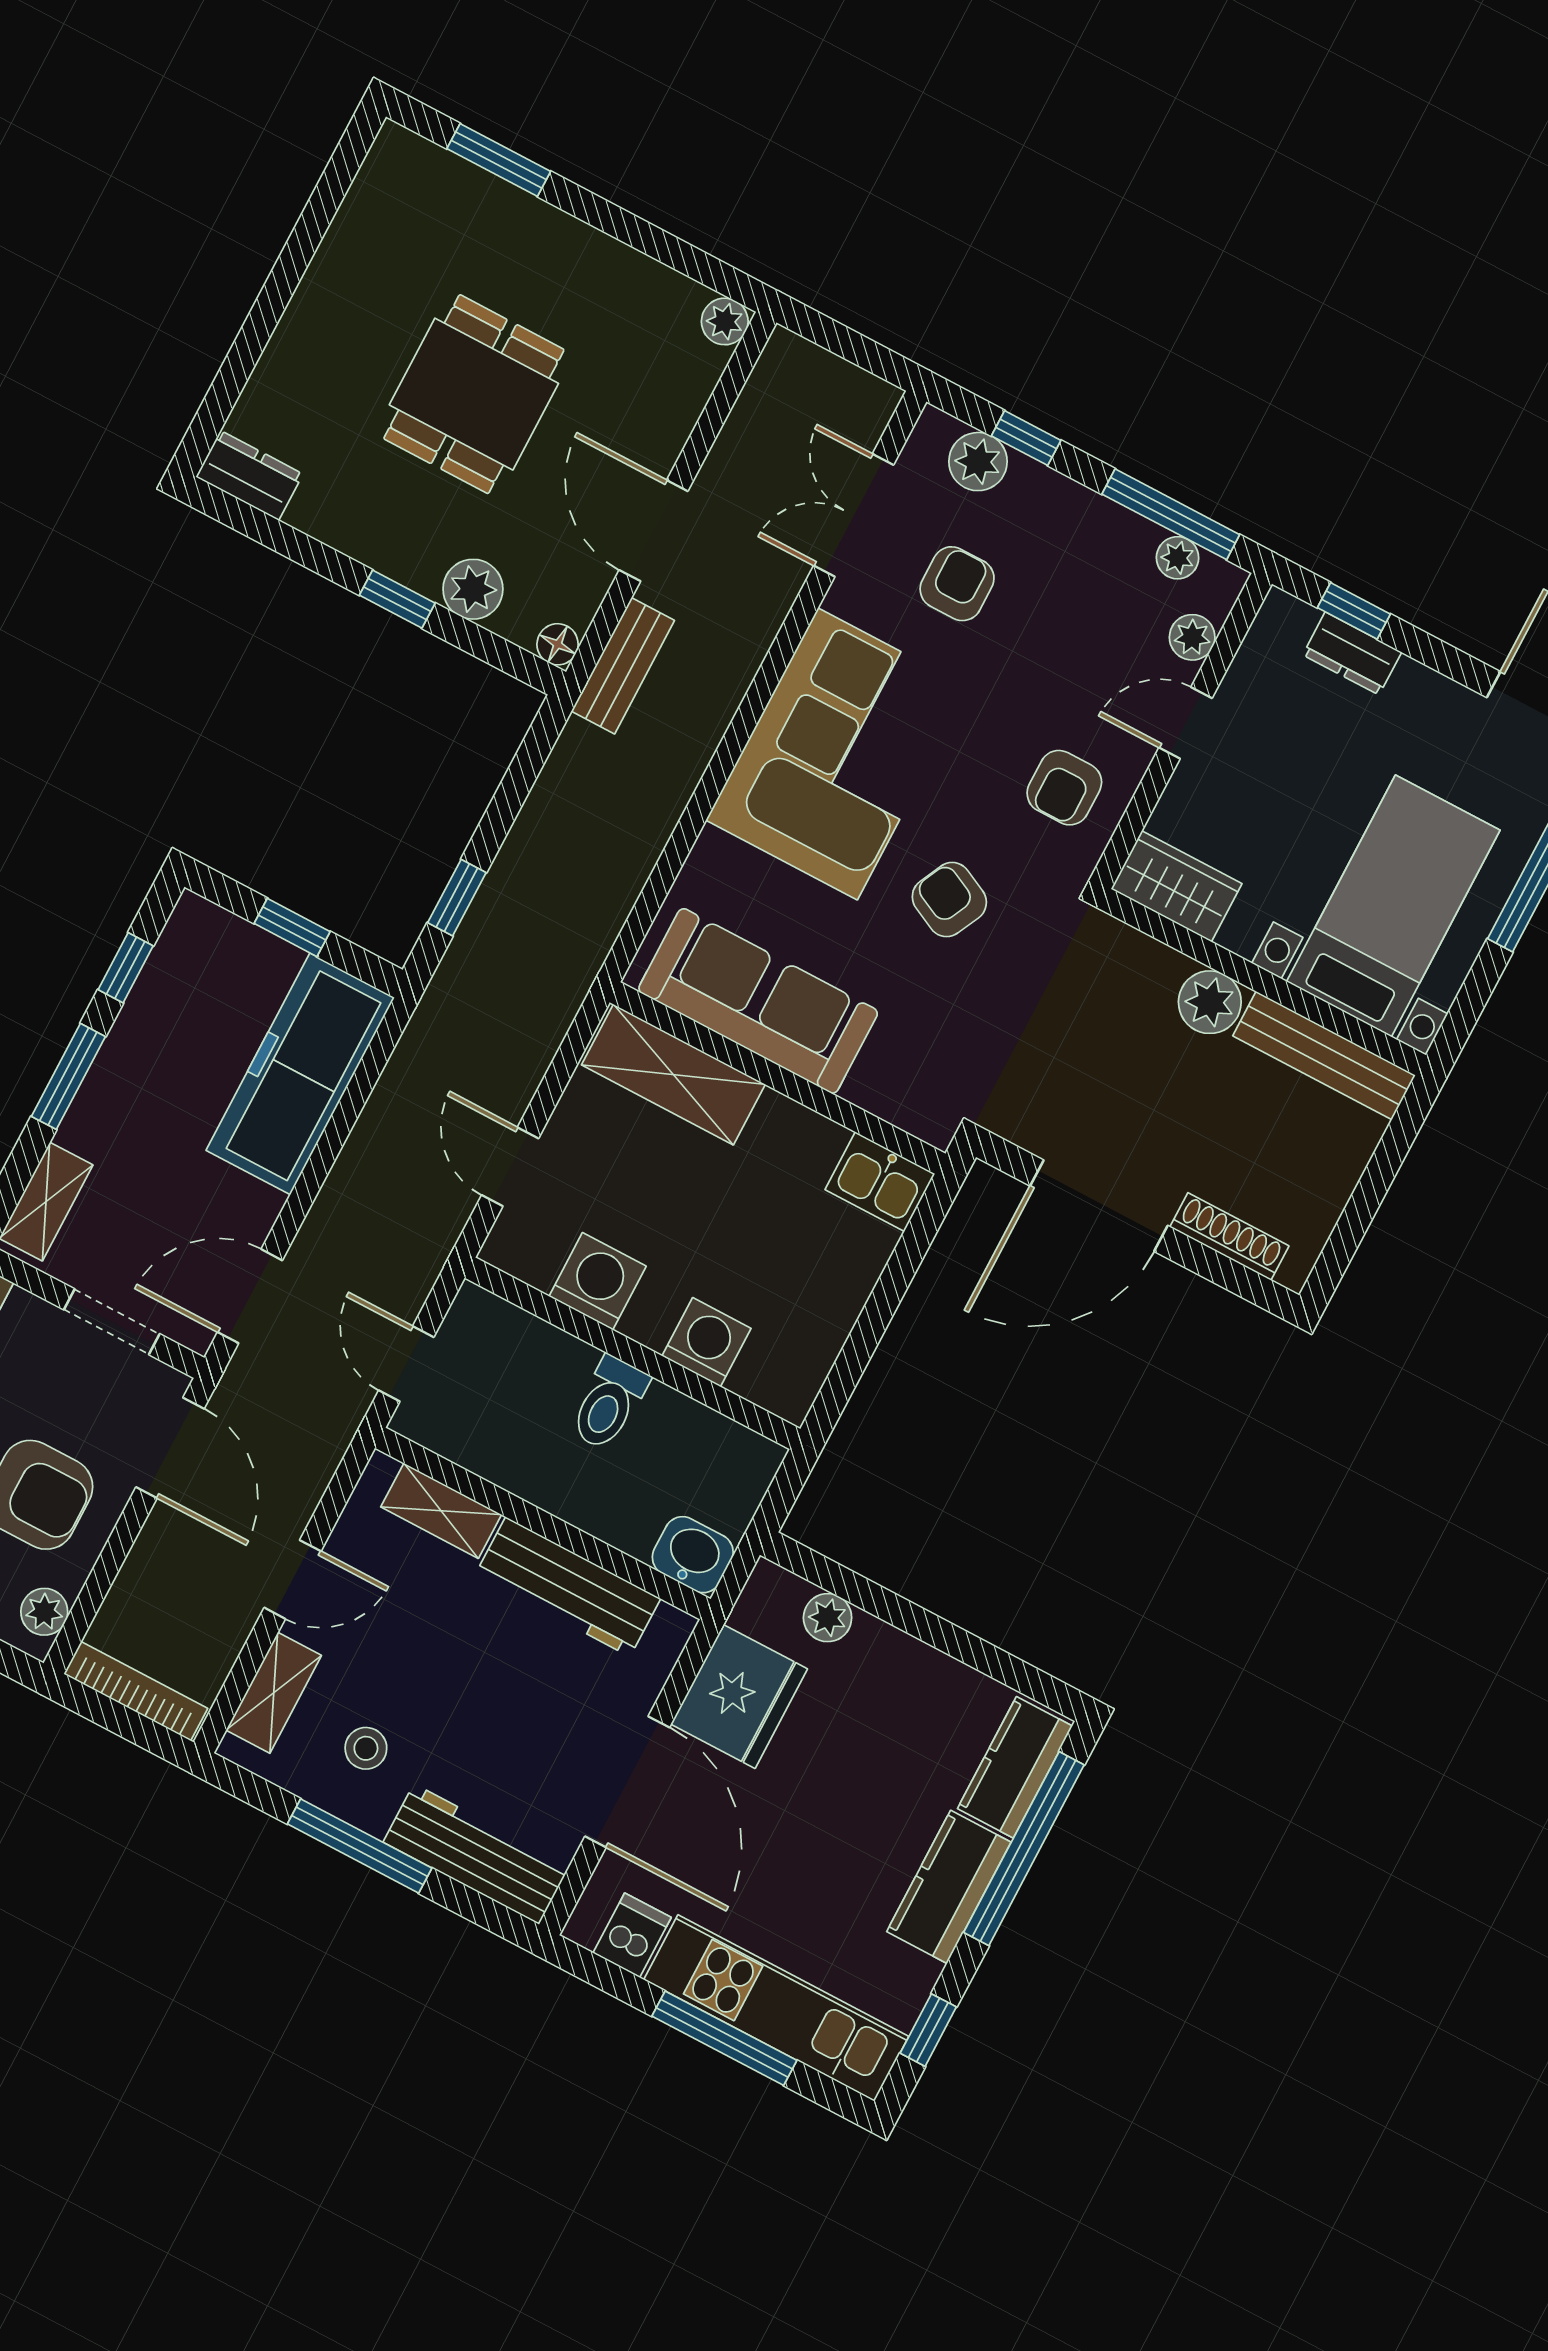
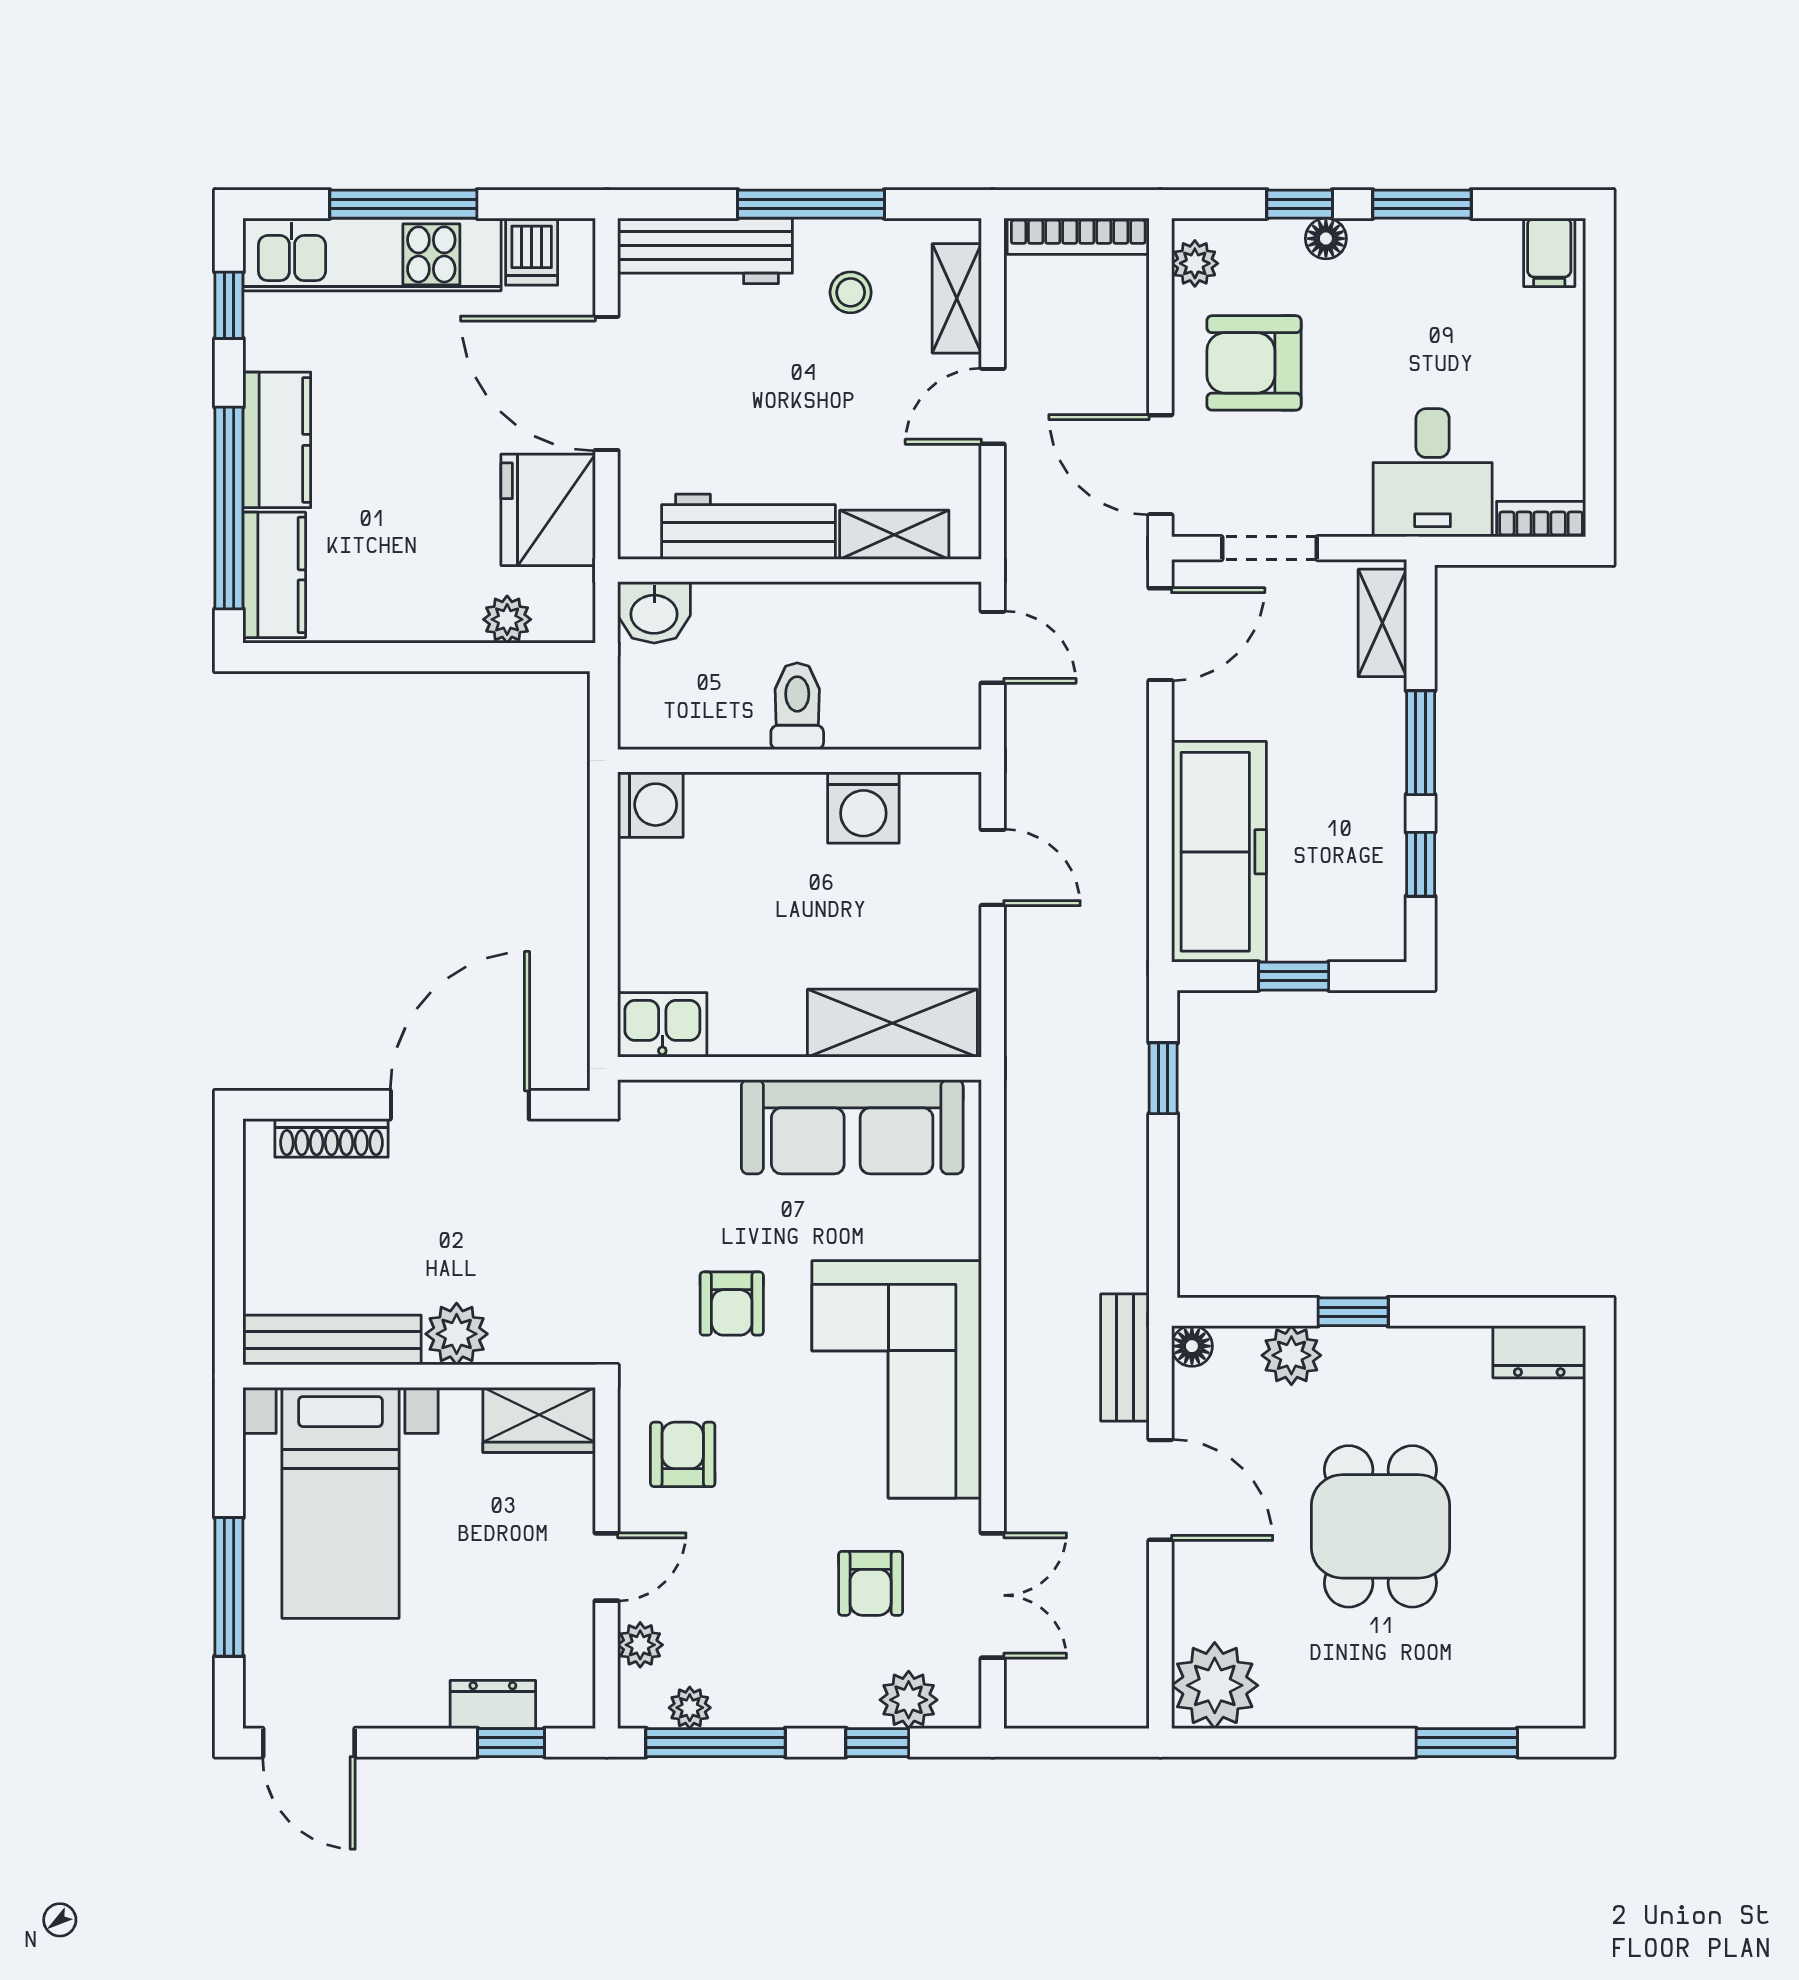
plant: (725, 321) -> (1215, 1685), width x1.87, depth x1.87
armchair: (949, 900) -> (732, 1304), turned 64
washing machine: (707, 1342) -> (650, 805), moved, turned -90

